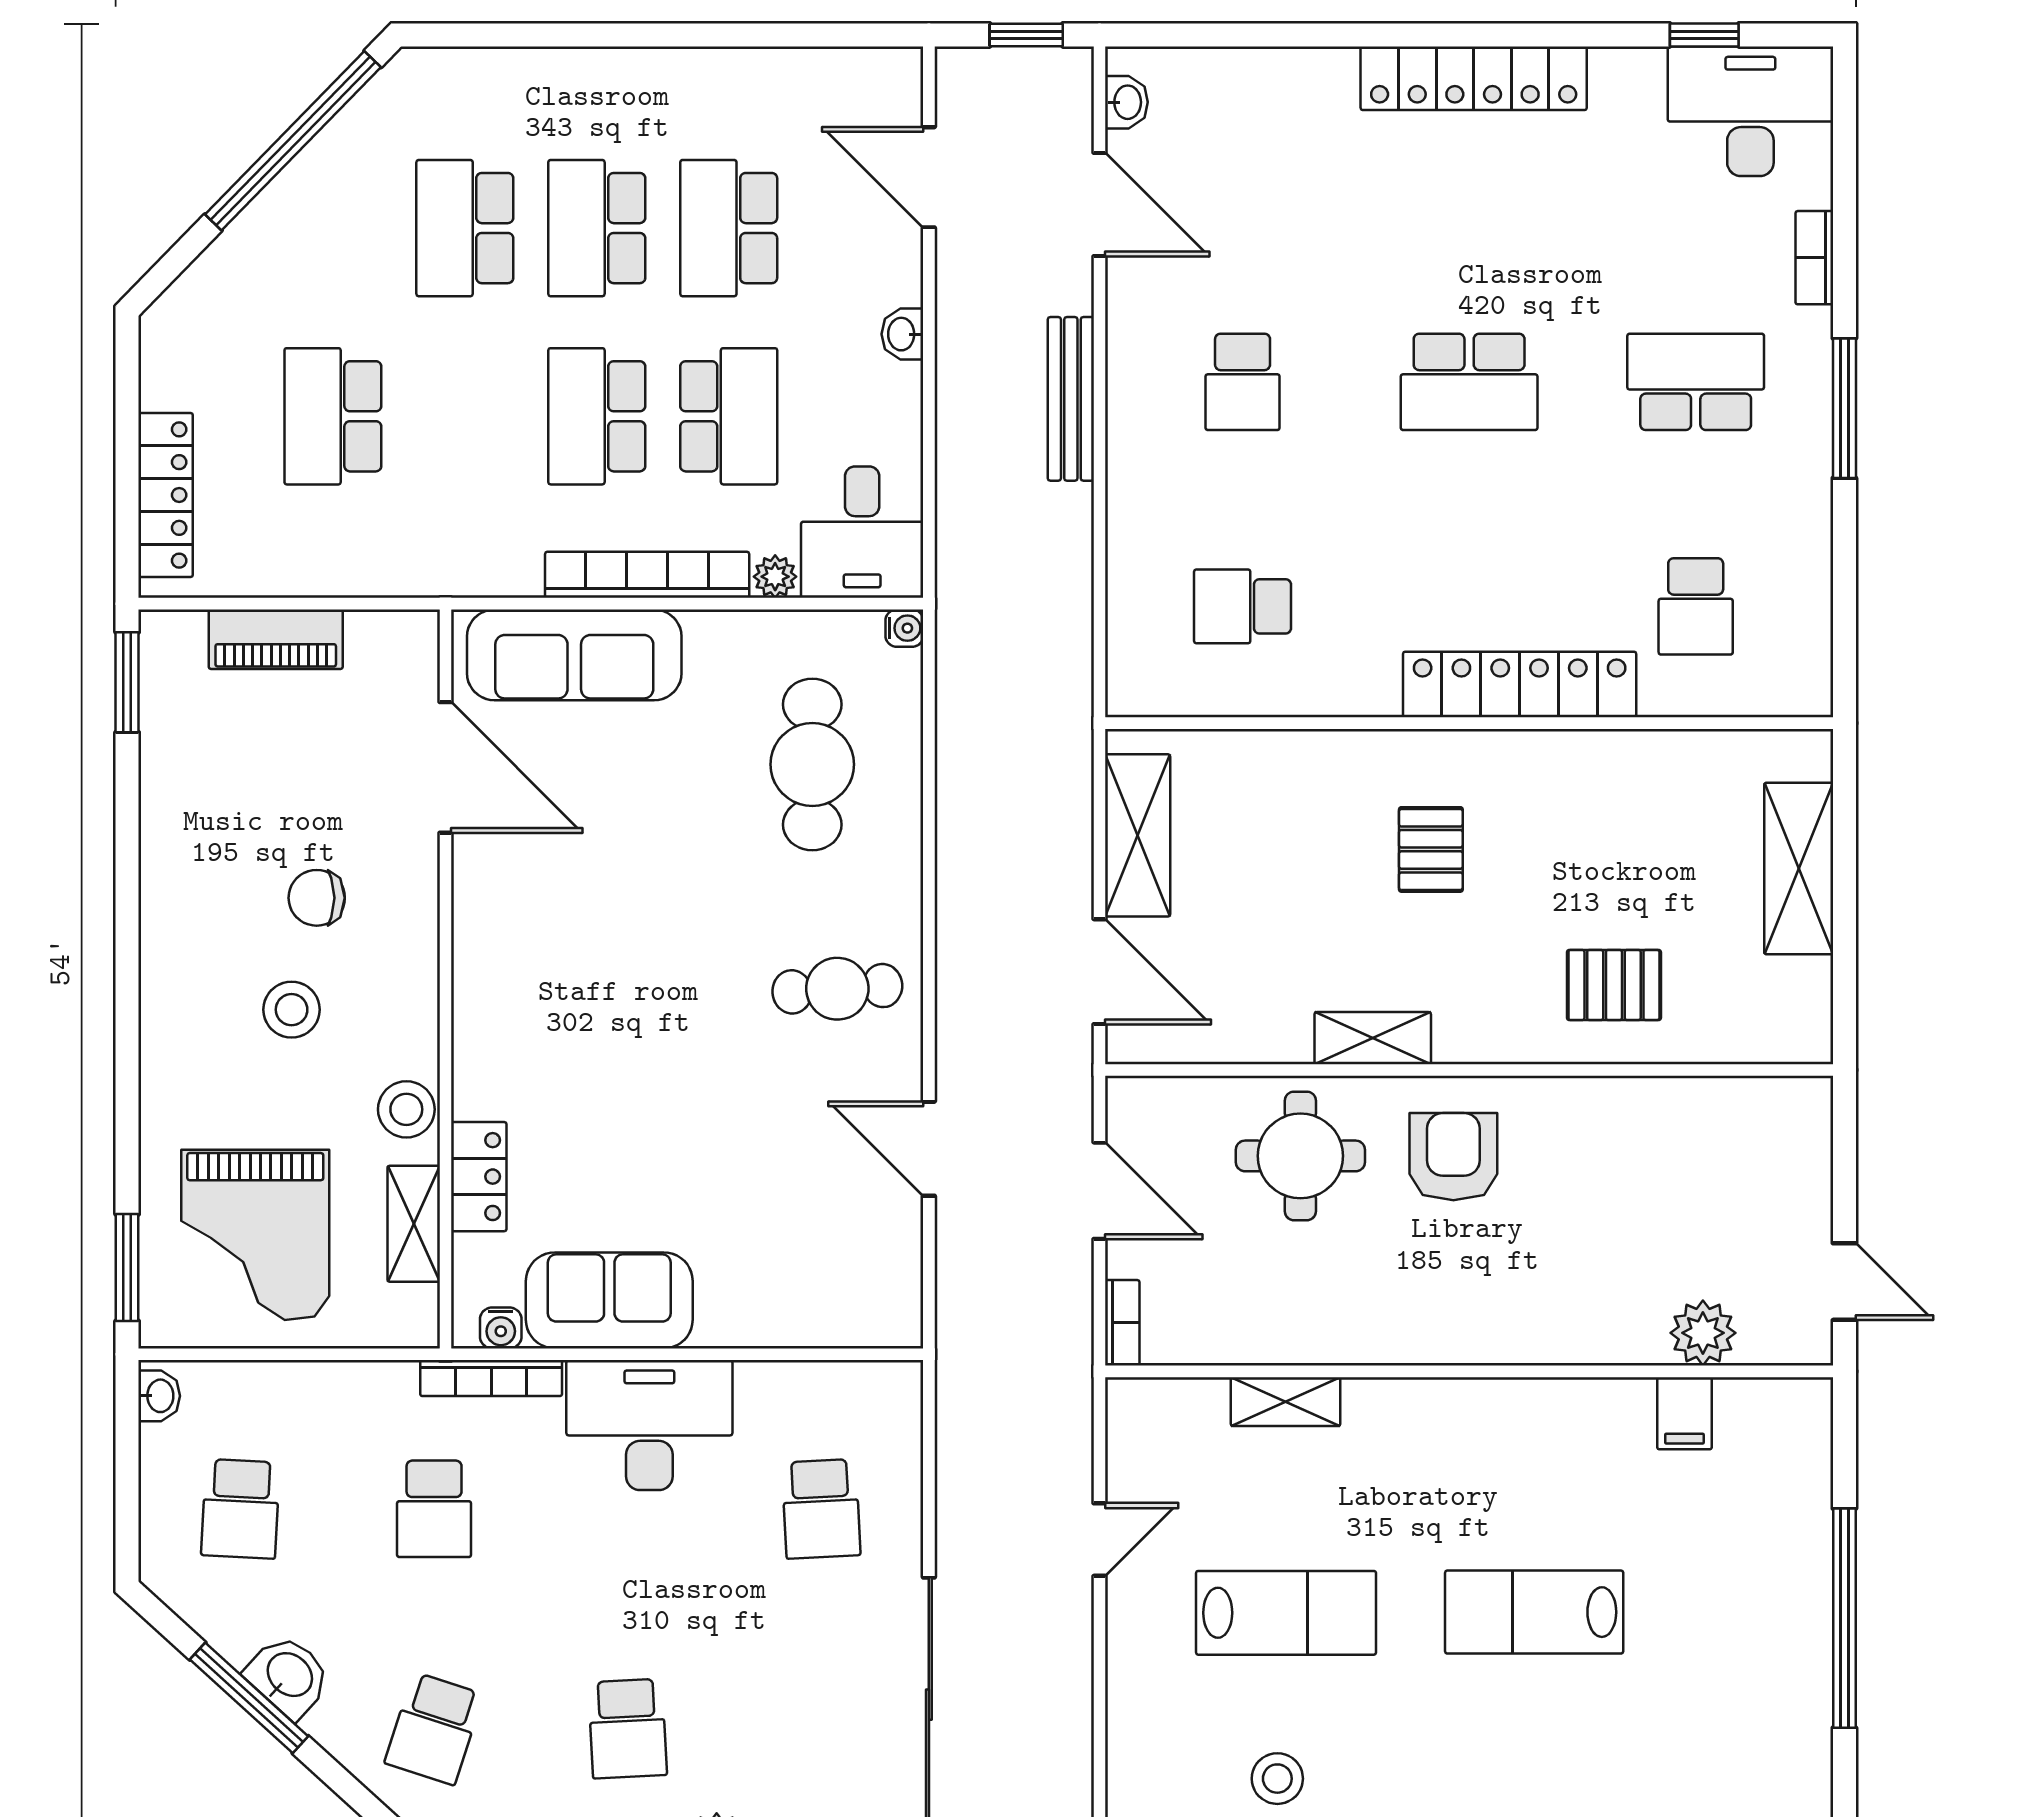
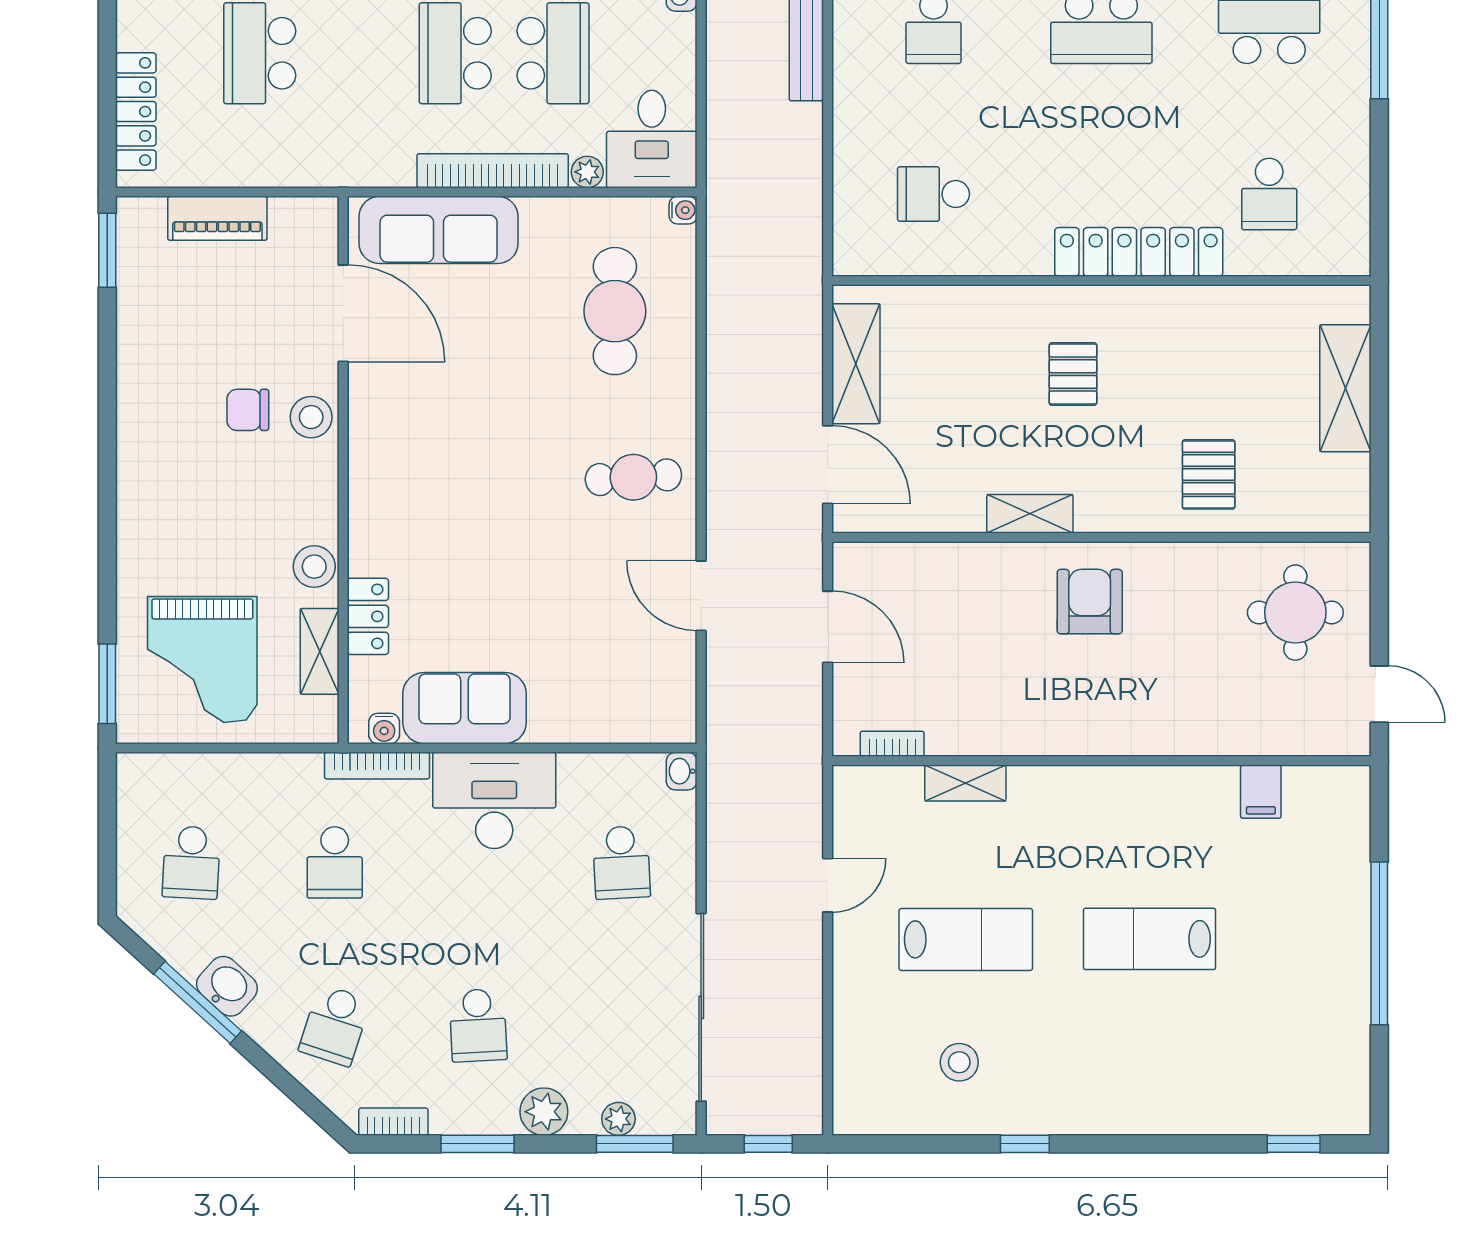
pallet: (1614, 985) -> (1209, 474), turned 90
stool: (292, 1010) -> (311, 417), moved
round table: (1300, 1156) -> (1295, 613), moved
bookcase: (1122, 1323) -> (892, 744), moved, turned -90
plant: (1703, 1333) -> (1275, 732), removed
washbasin: (159, 1396) -> (682, 771), moved, turned 180

